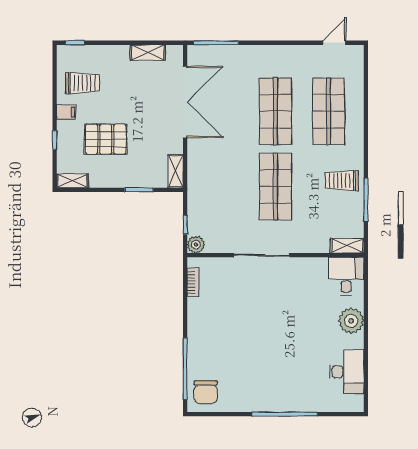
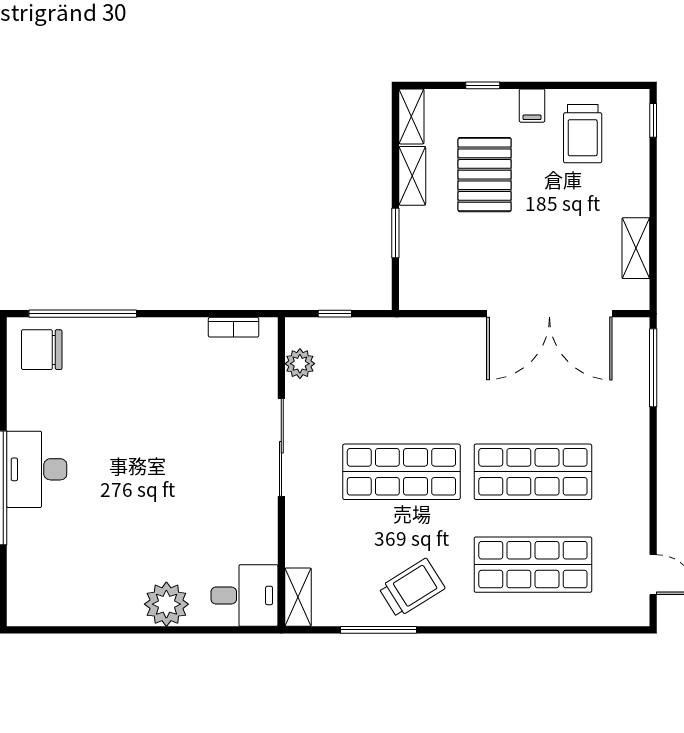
shelving: (176, 171) -> (412, 176), moved, turned 90
trolley: (342, 181) -> (412, 588), turned 58
plant: (196, 245) -> (300, 364), moved
desk: (347, 372) -> (37, 469), moved, turned 90

